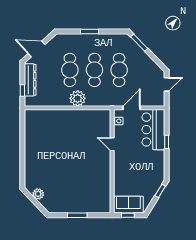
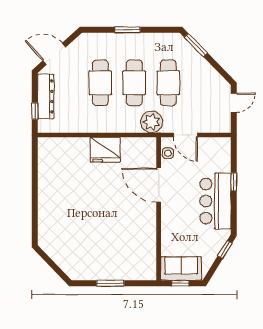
plant: (78, 98) -> (152, 122), moved
door: (132, 108) -> (185, 135), swing flipped
fridge: (73, 119) -> (105, 150), added
bar counter: (153, 130) -> (215, 201), moved
door: (112, 144) -> (159, 185), width x1.87
plant: (38, 194) -> (57, 254), removed

